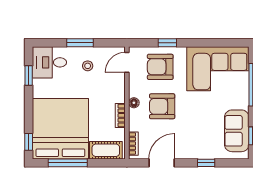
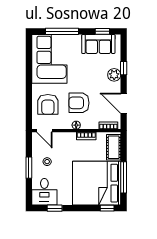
window: (167, 43) -> (29, 99), removed
armchair: (162, 106) -> (79, 103), turned 90
plant: (198, 151) -> (114, 75), added

